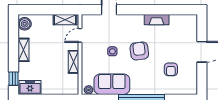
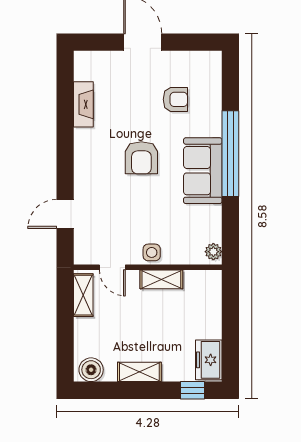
fireplace: (157, 20) -> (83, 104), moved
side table: (112, 51) -> (152, 252), moved
armchair: (139, 51) -> (141, 158), turned -83
sofa: (112, 84) -> (203, 171), moved

